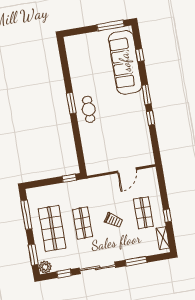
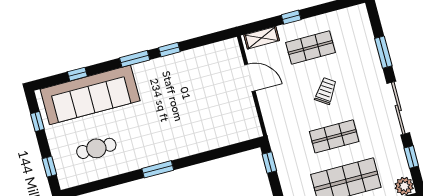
window: (111, 26) -> (37, 122), width x0.46
window: (80, 31) -> (49, 167), added
cafe table: (89, 109) -> (96, 148), moved
window: (167, 216) -> (291, 17), moved
shelving: (163, 238) -> (262, 38), moved

